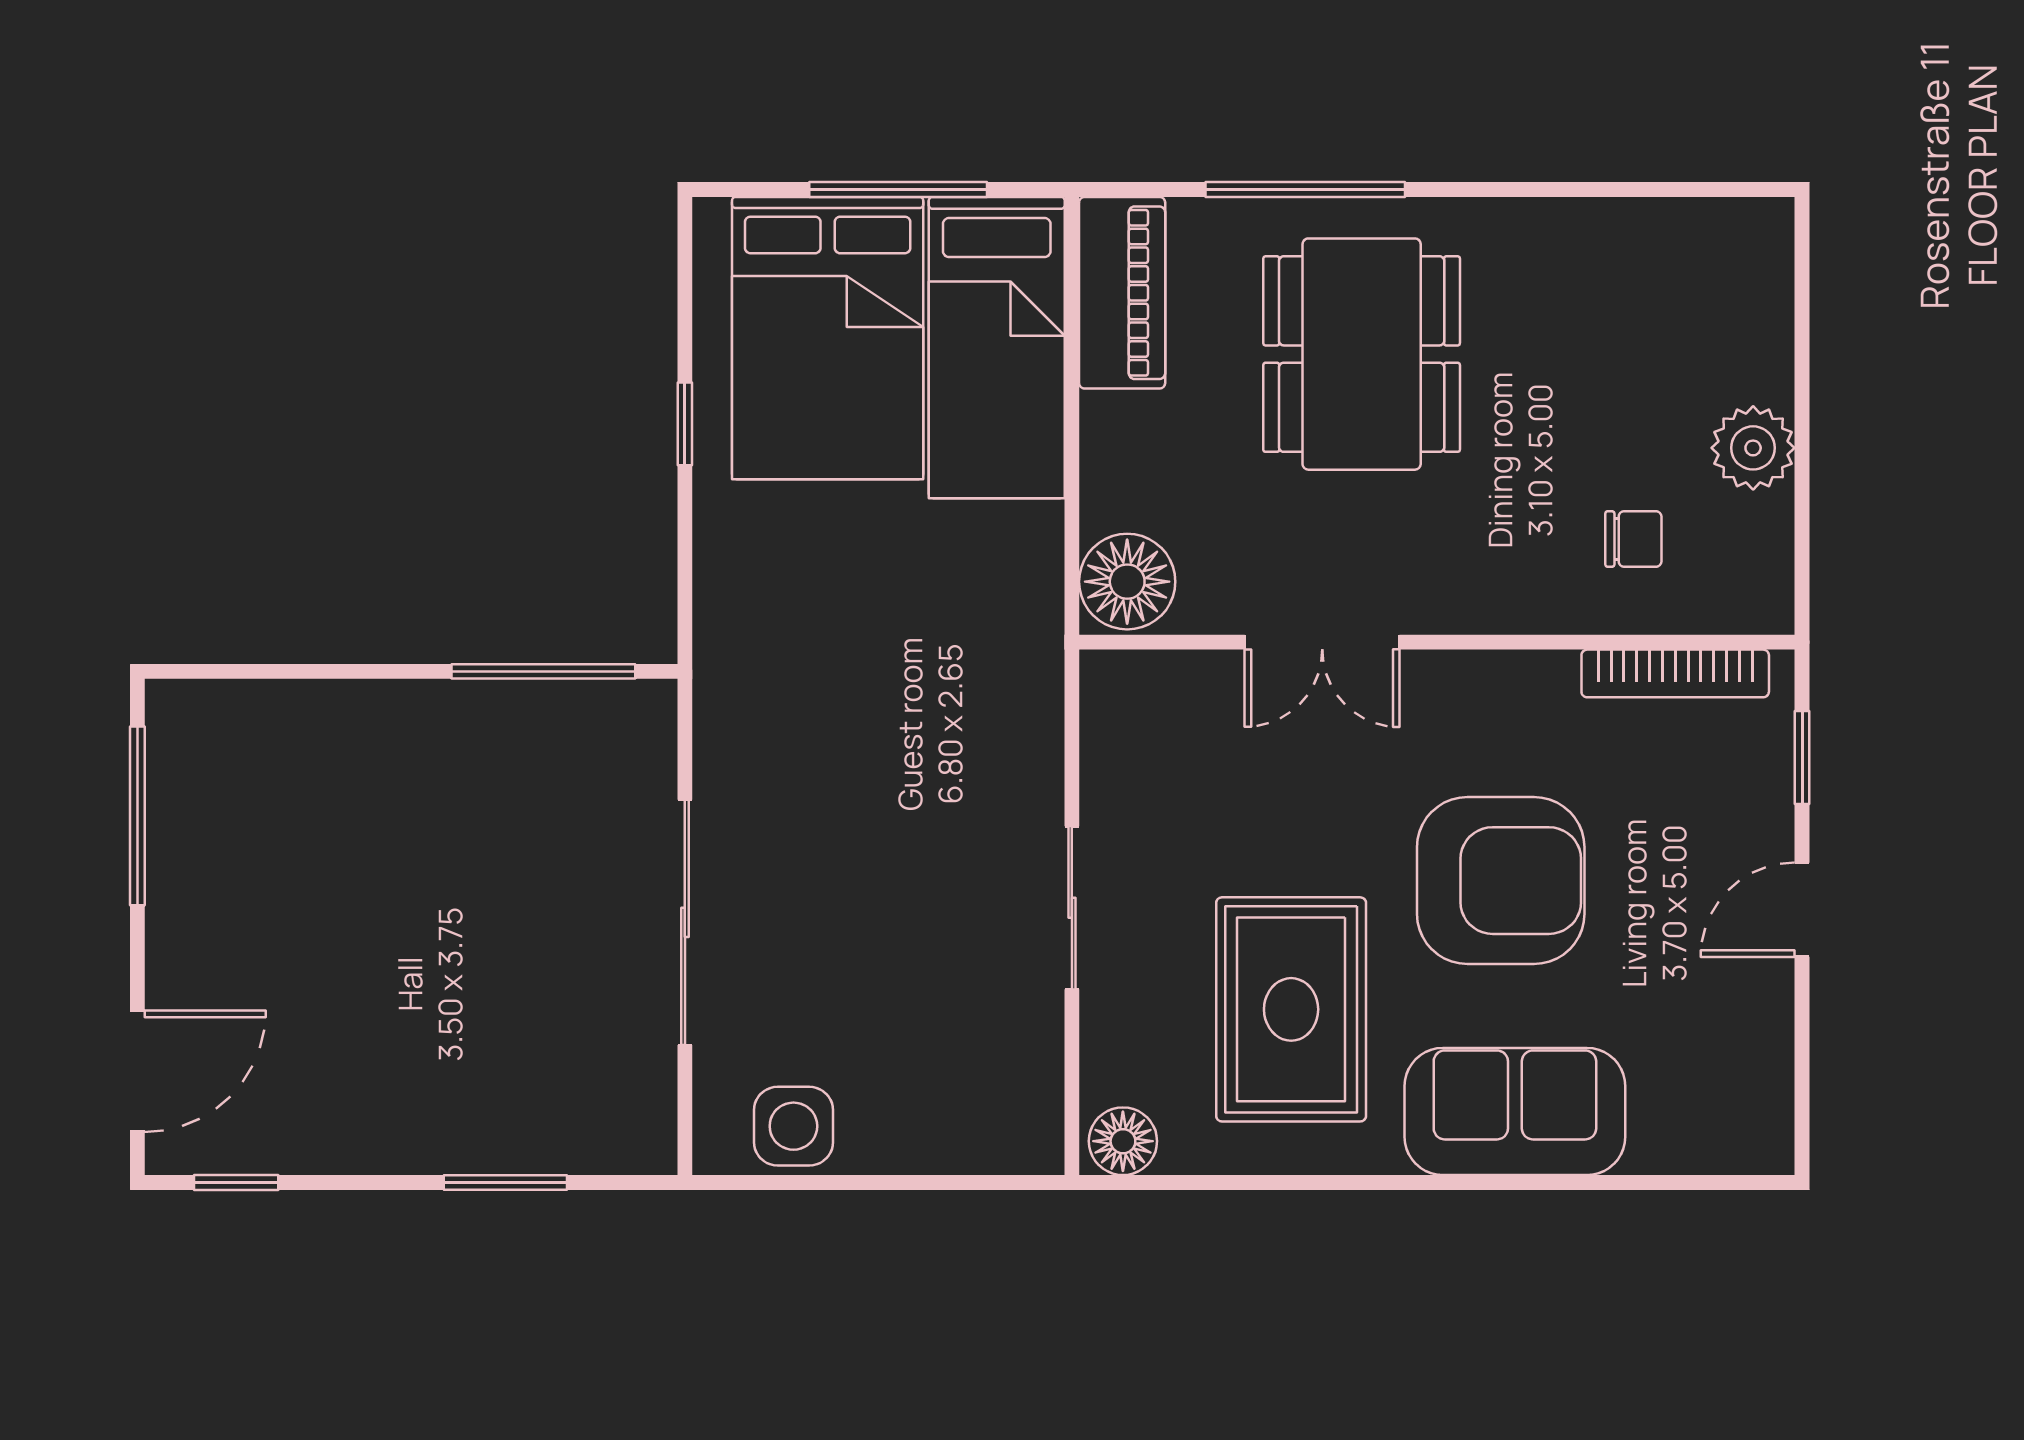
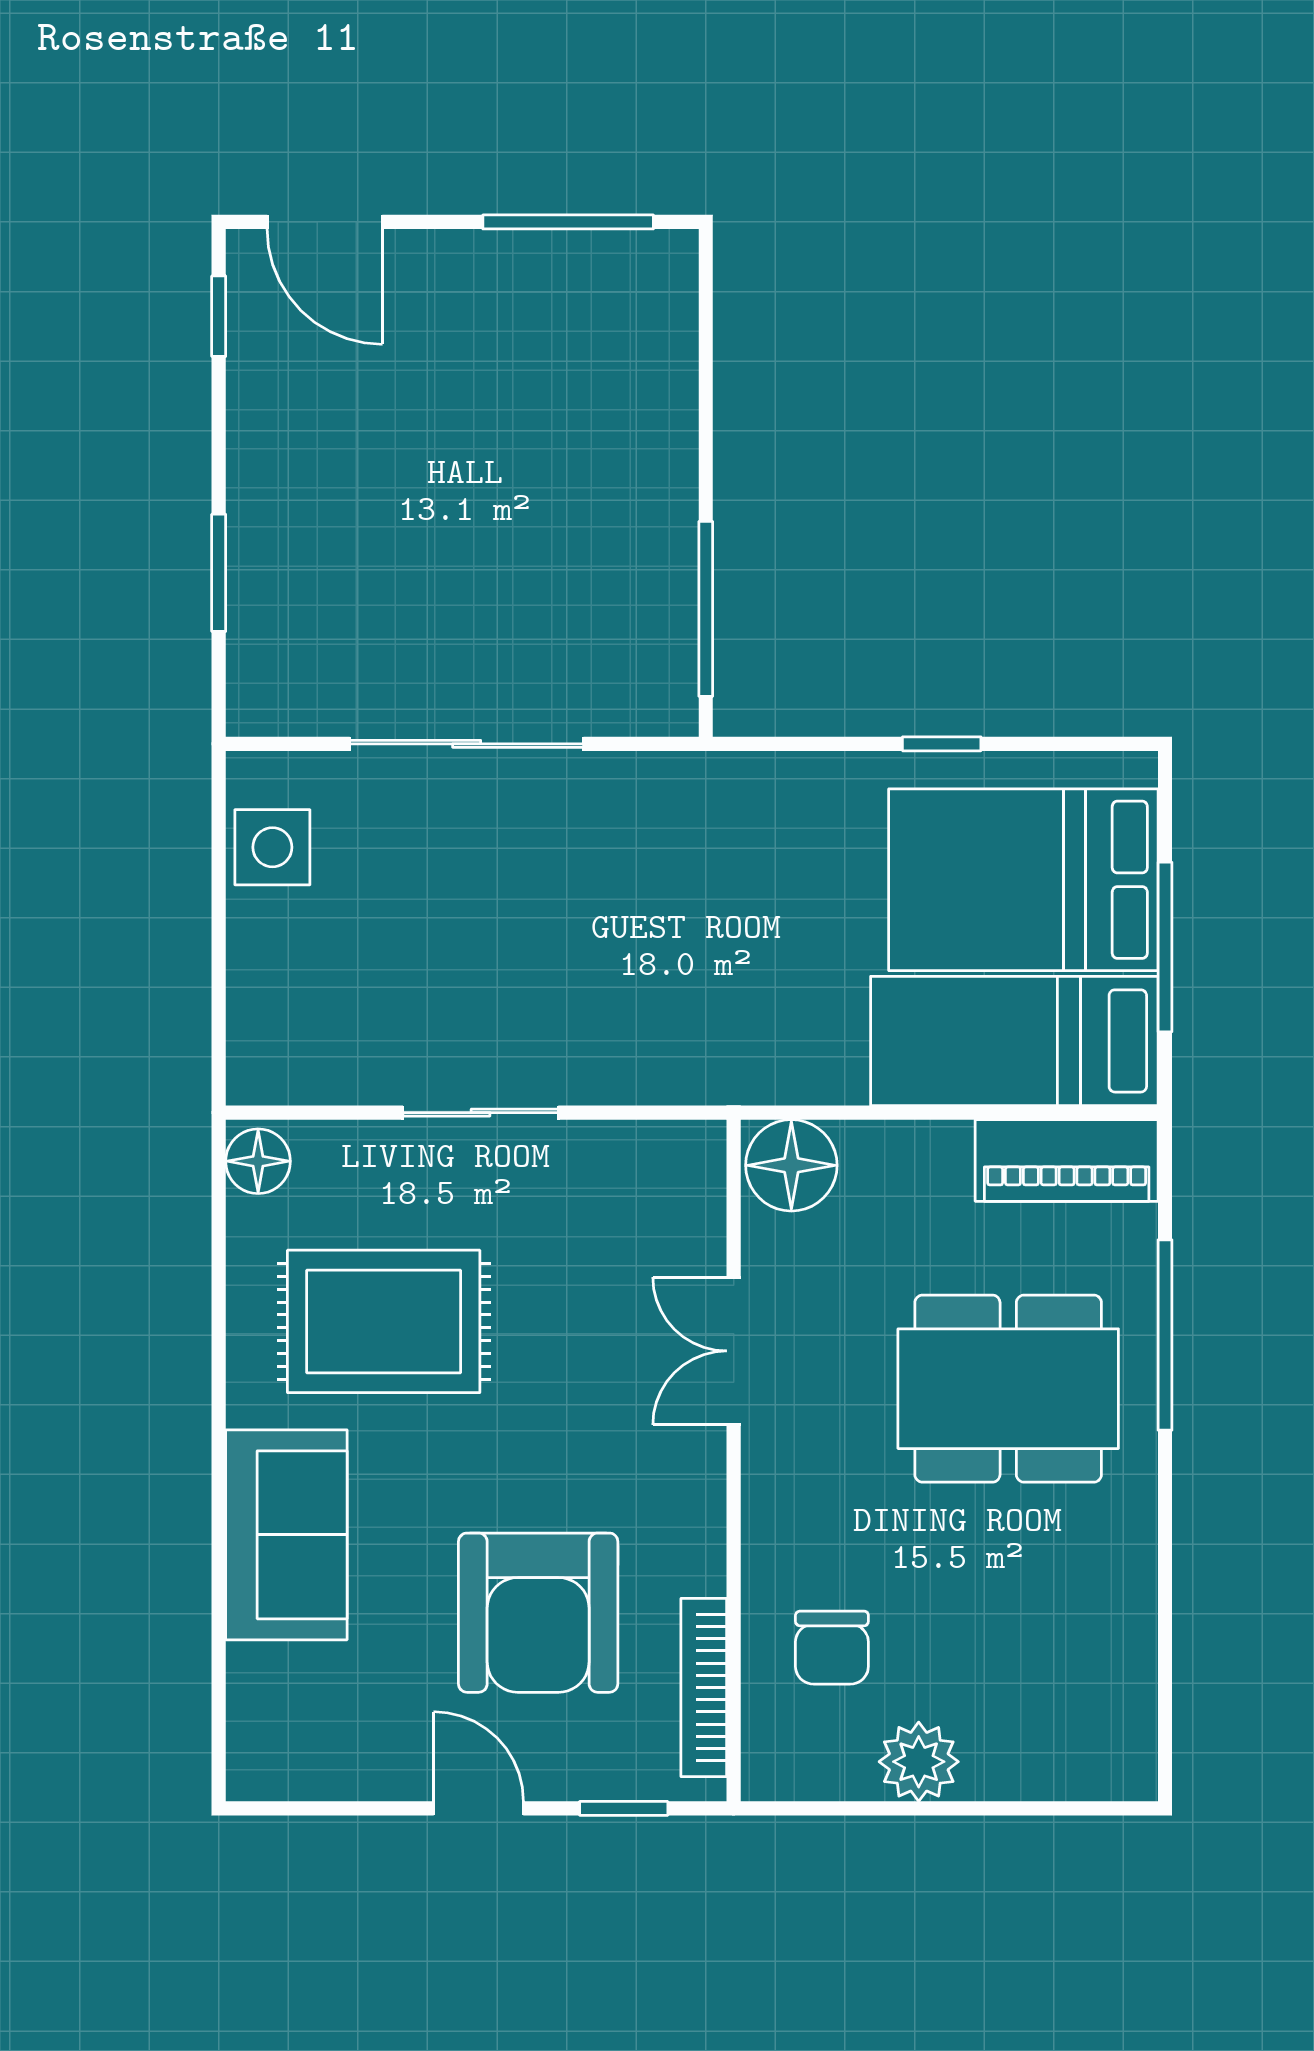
chair: (1633, 539) -> (832, 1648), width x1.37, depth x1.37
armchair: (1501, 881) -> (538, 1613), moved

